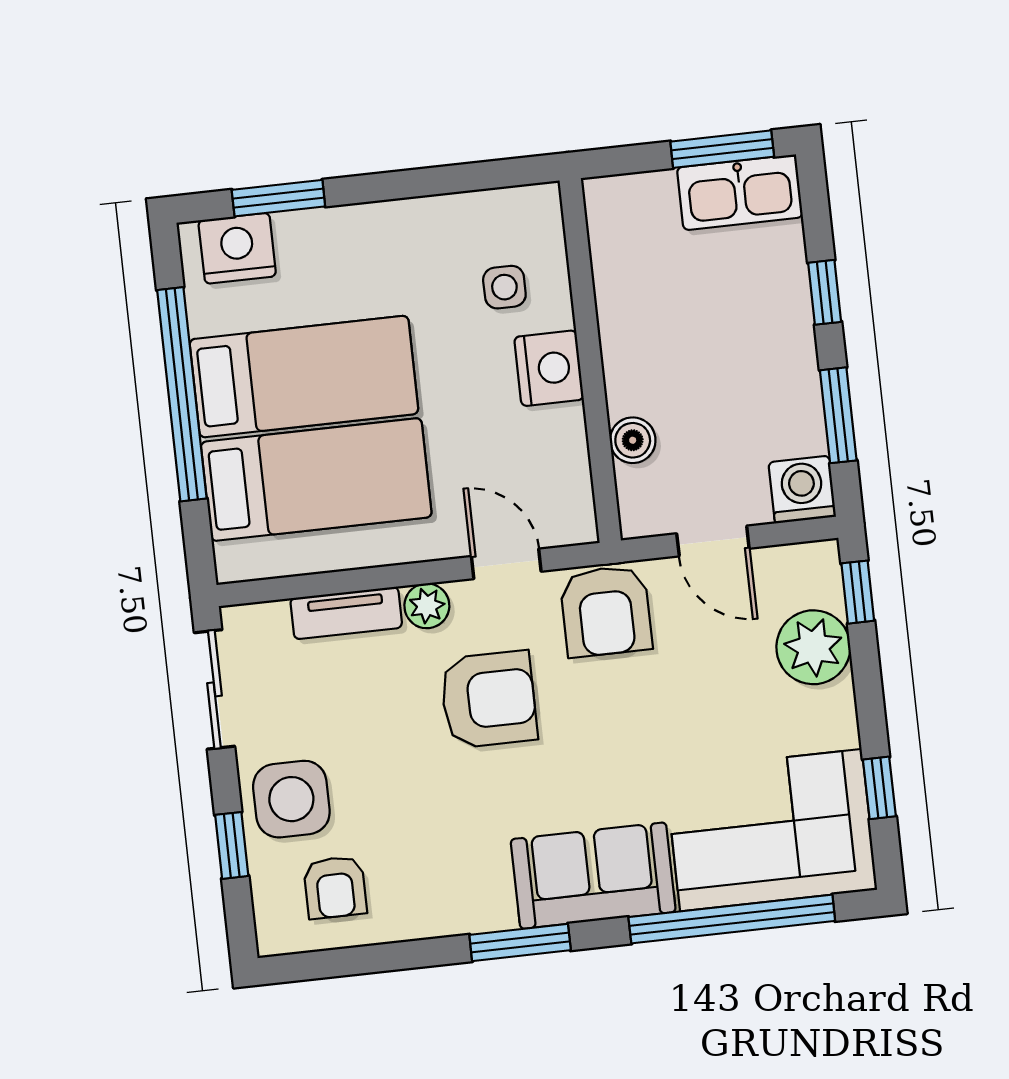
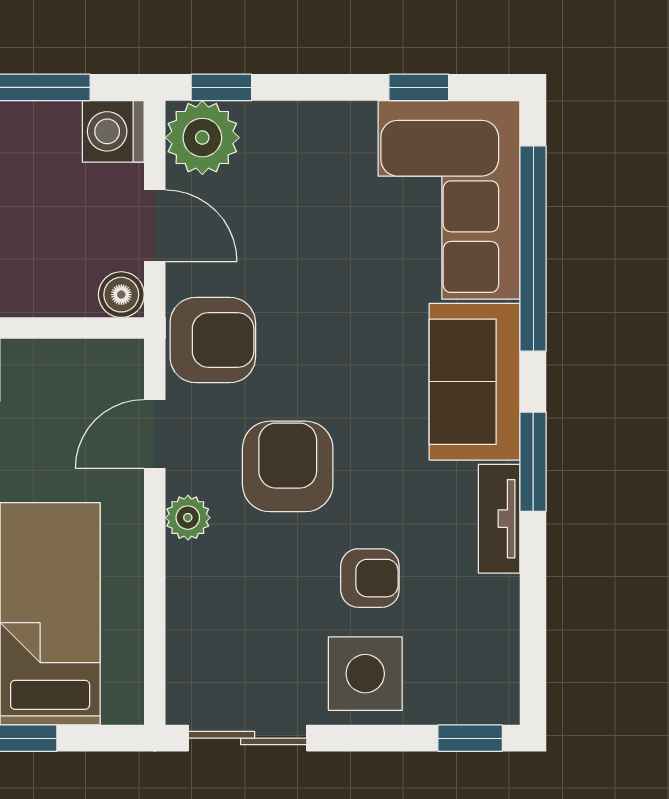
boiler: (633, 440) -> (121, 295), moved
door: (713, 541) -> (155, 226), hinge flipped
tv unit: (346, 613) -> (499, 519), moved, turned 180
plant: (813, 647) -> (202, 138), moved
window: (232, 845) -> (470, 738), moved
armchair: (335, 887) -> (370, 578), moved

